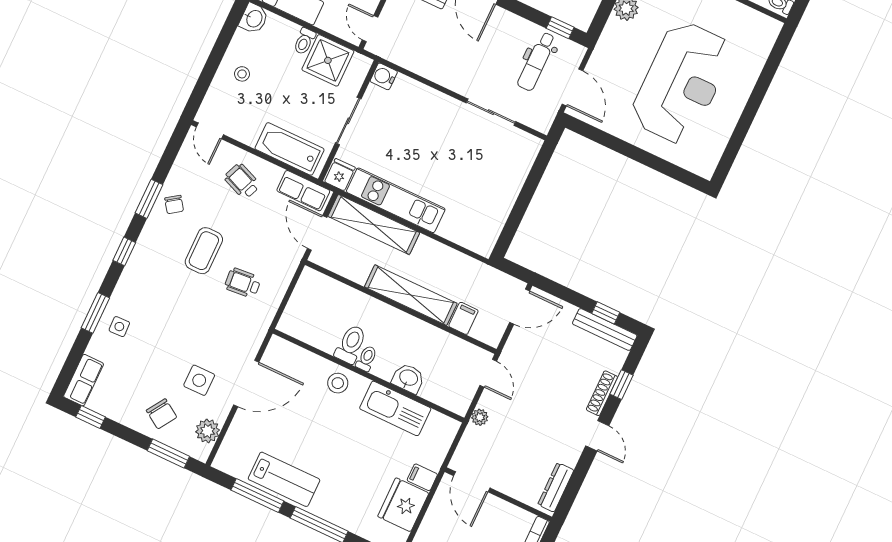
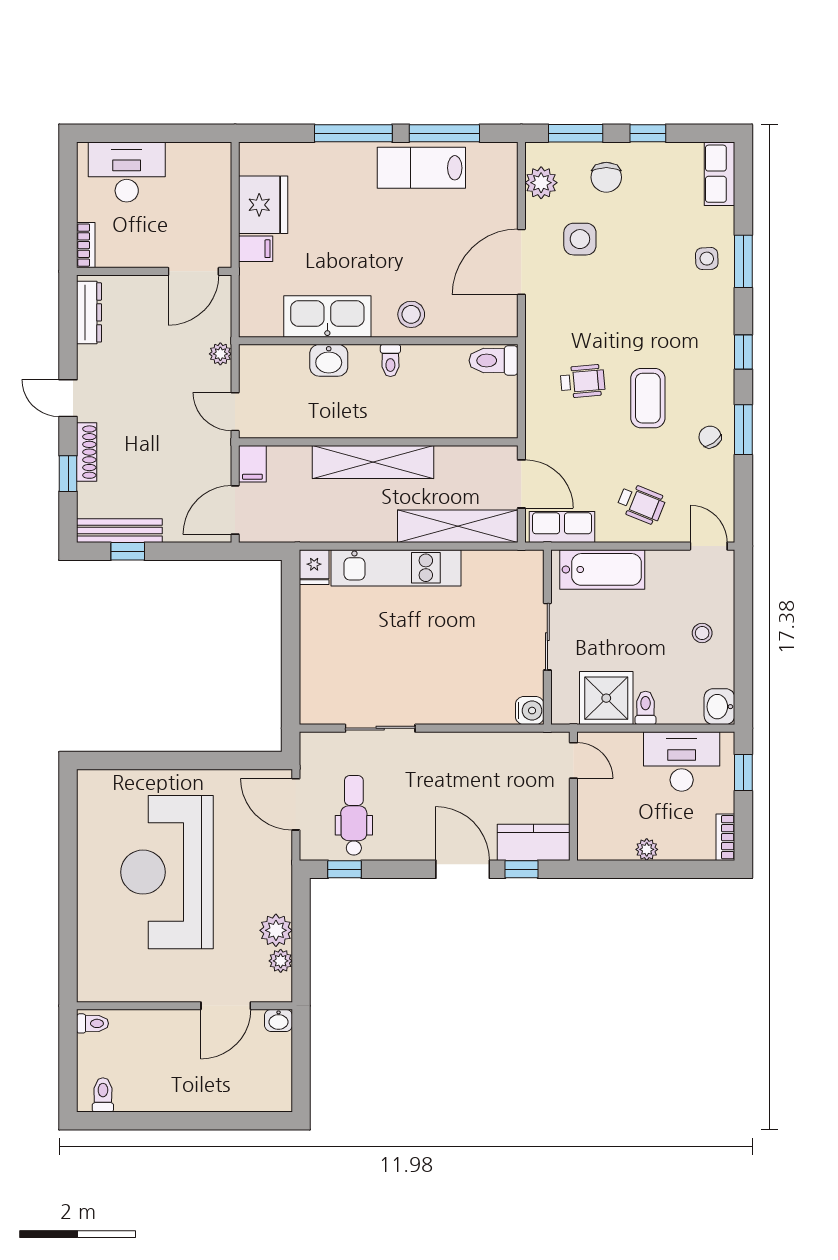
fridge: (340, 175) -> (314, 567), moved
kitchen unit: (396, 200) -> (396, 568), moved
filing cabinet: (463, 318) -> (252, 464), moved
toilet: (351, 344) -> (493, 361), moved, turned 90
chair: (162, 414) -> (606, 177), turned -123
window: (91, 417) -> (648, 133), moved
door: (472, 482) -> (193, 271), swing flipped

